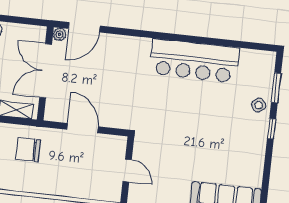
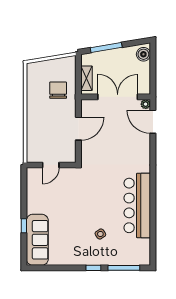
window: (276, 88) -> (124, 268), width x1.44
side table: (259, 105) -> (100, 234), moved

